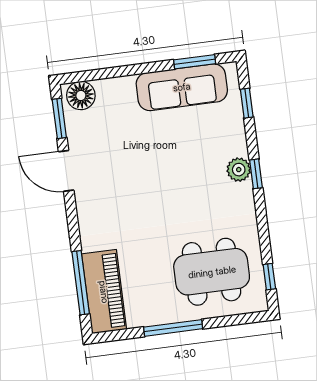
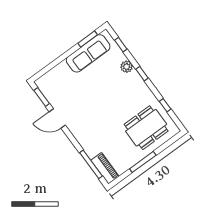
floor lamp: (81, 96) -> (46, 82), removed
plant: (239, 170) -> (127, 67), moved
window: (269, 277) -> (165, 105), moved
piano: (104, 292) -> (105, 168), width x0.73, depth x0.75

